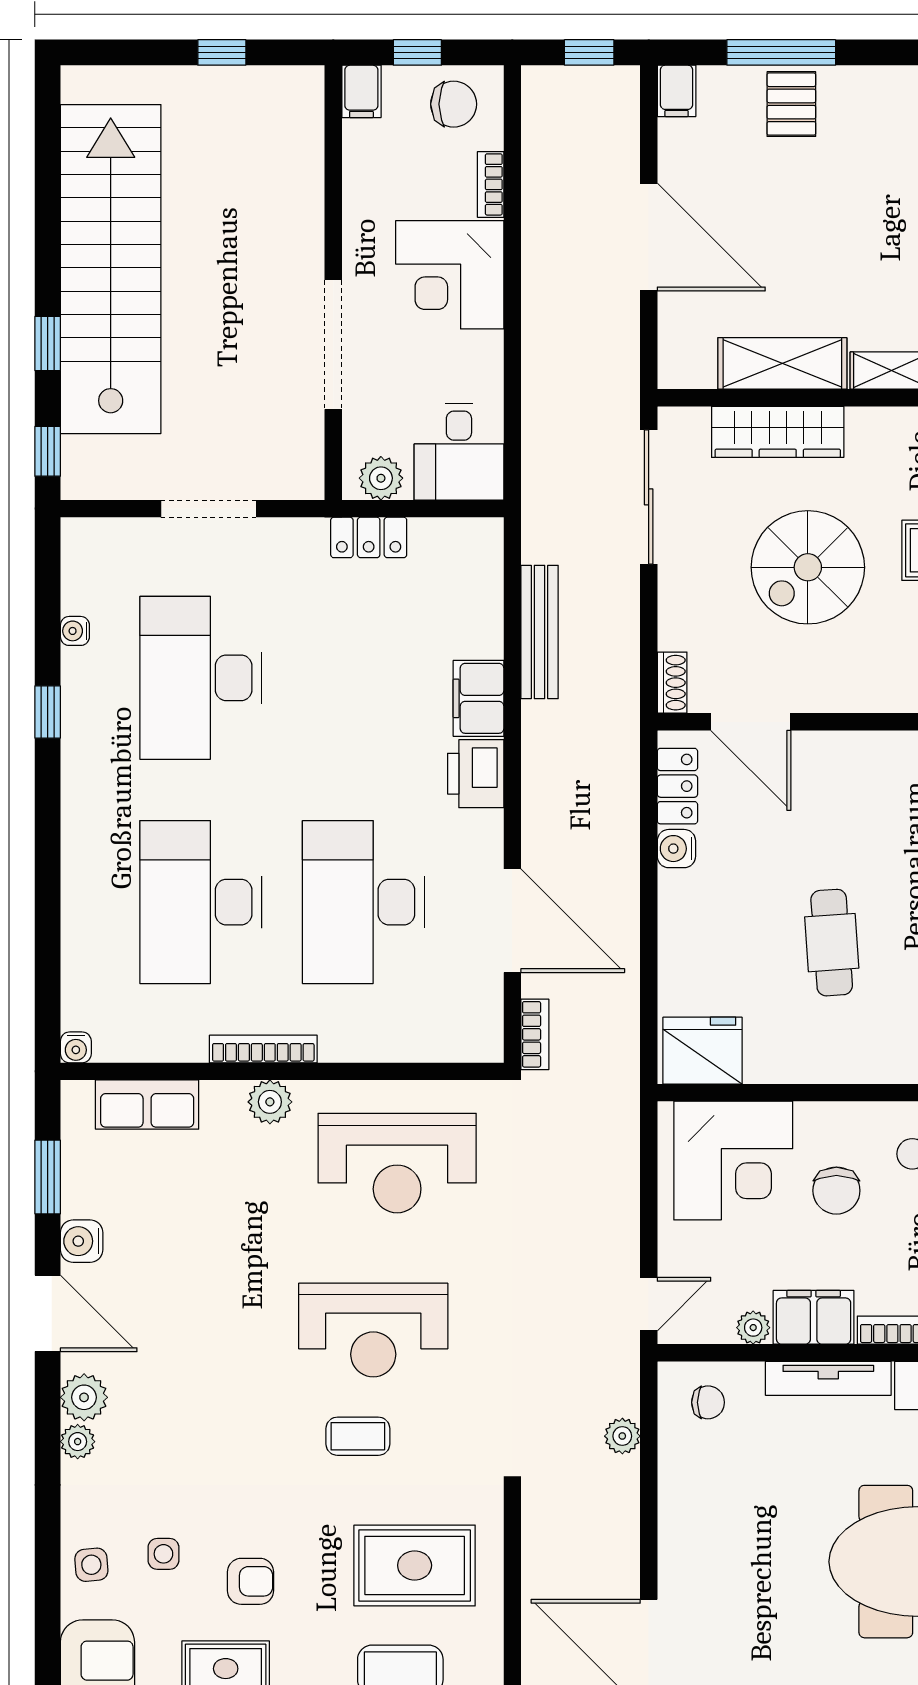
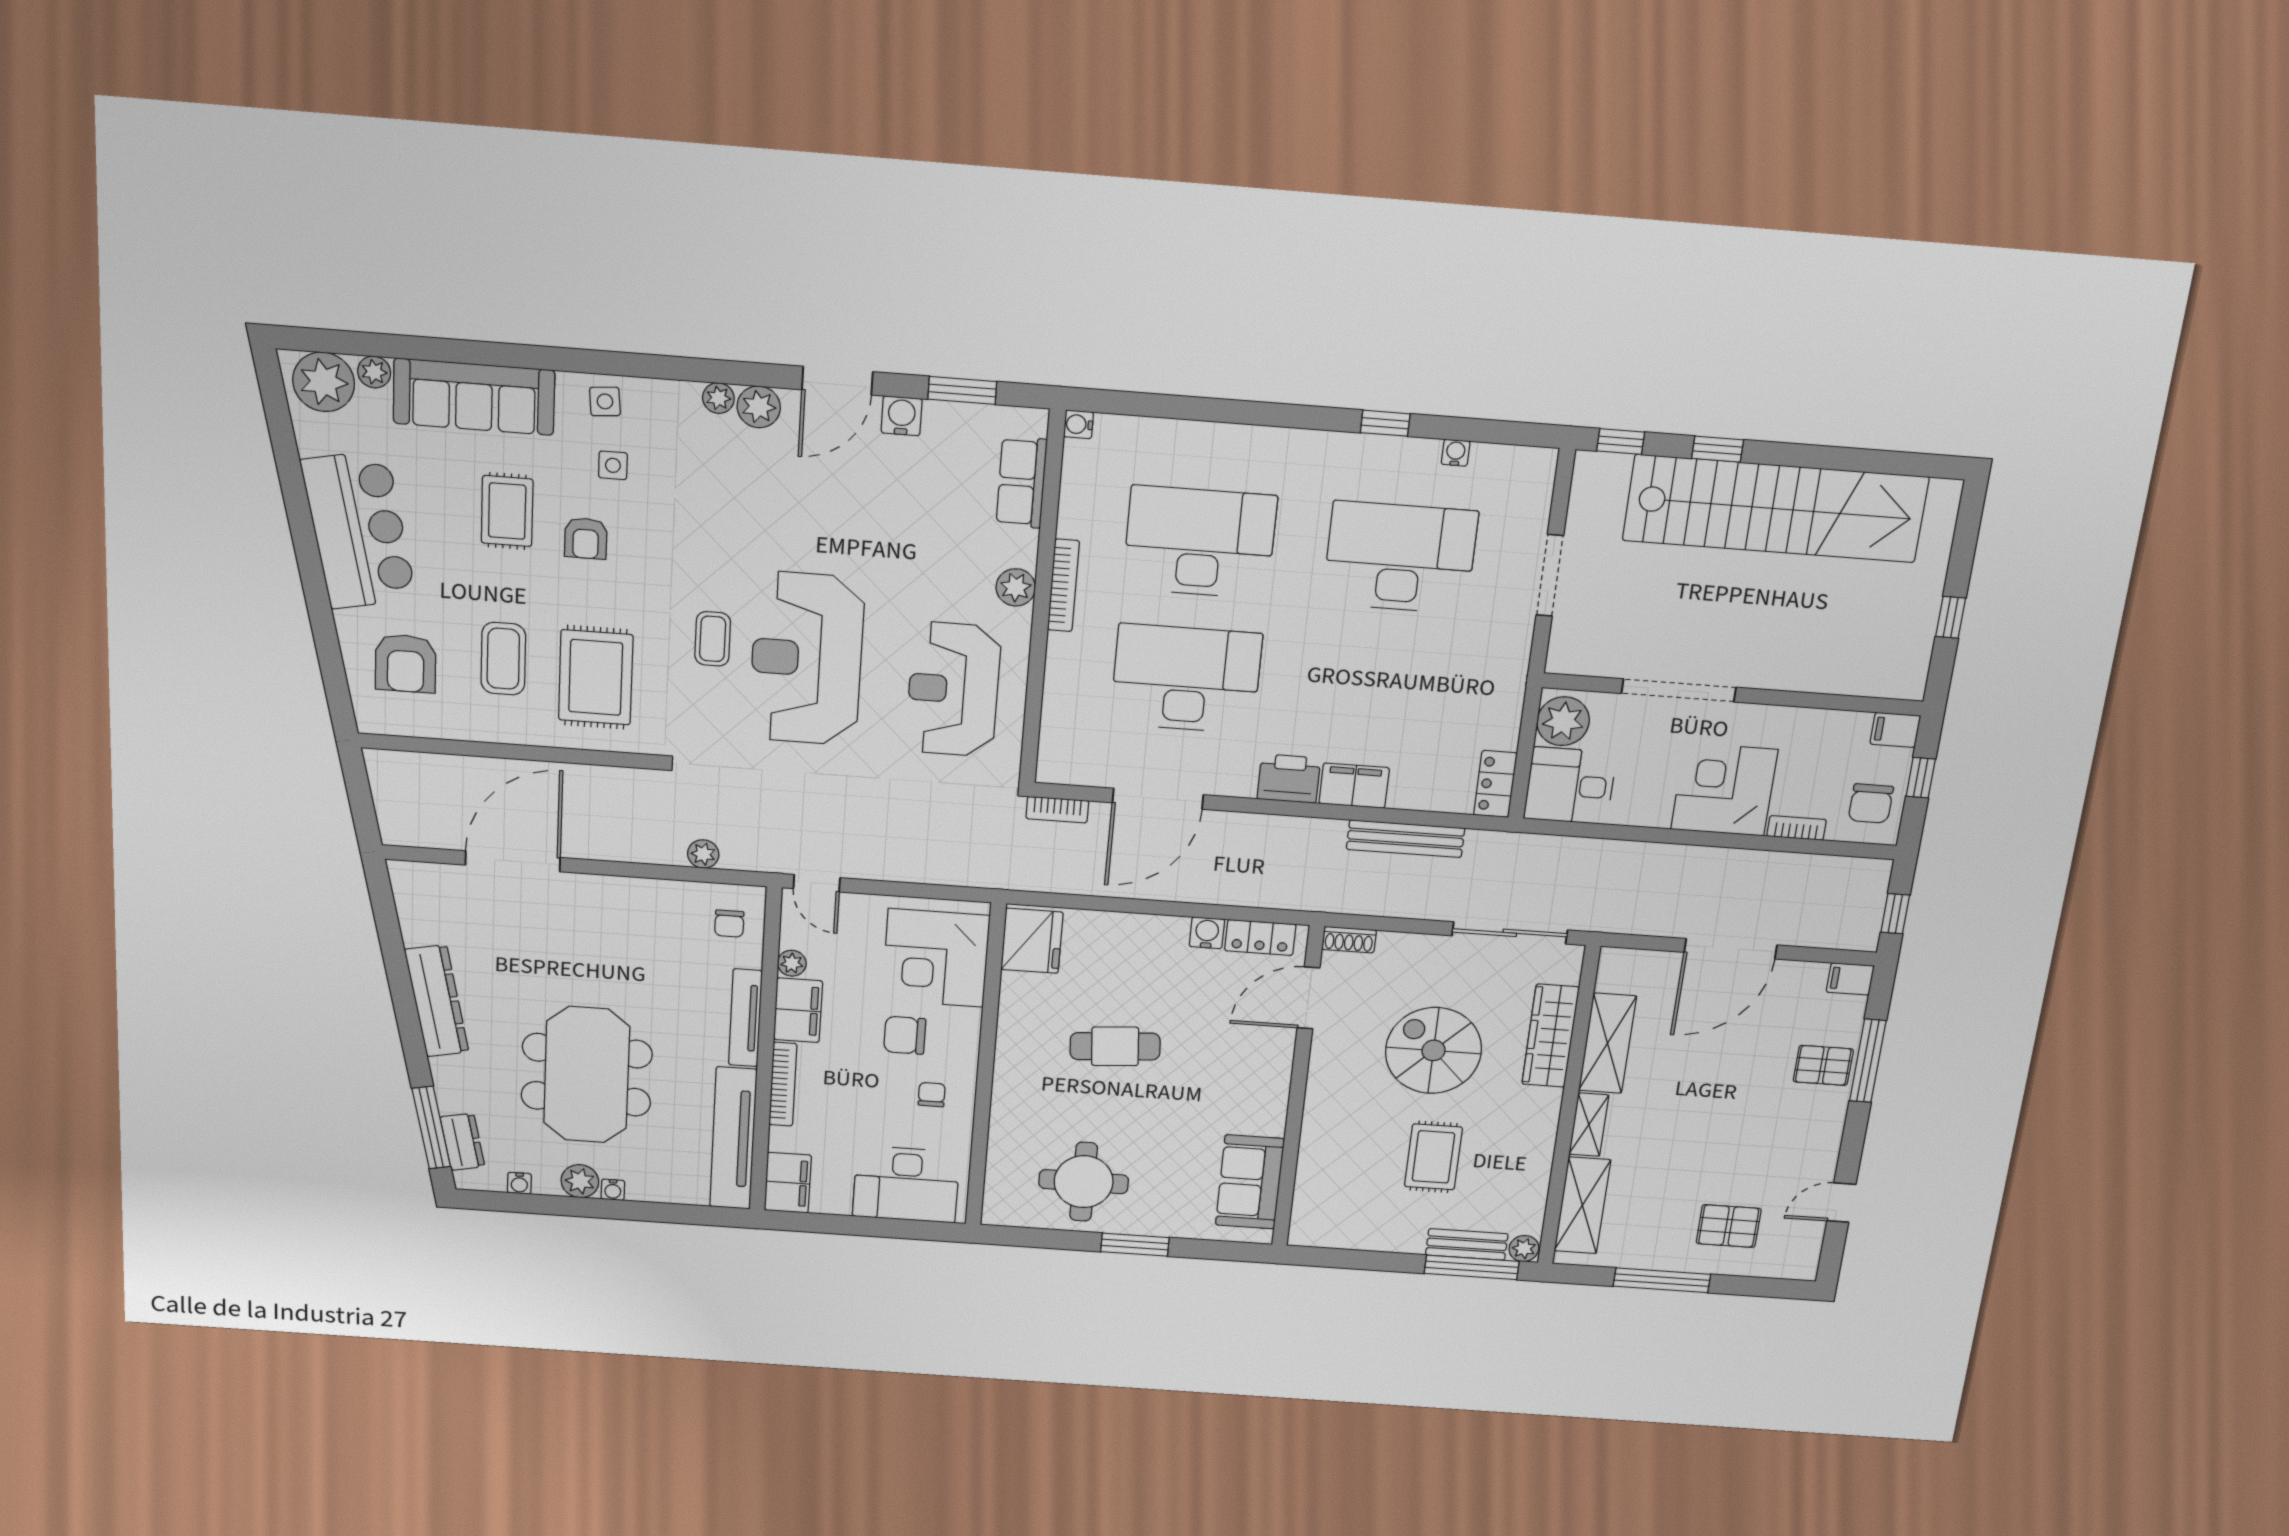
plant: (381, 478) -> (1563, 721), width x1.36, depth x1.36
locker: (369, 537) -> (1495, 784), moved
reception desk: (373, 1330) -> (807, 659), width x1.36, depth x1.30

